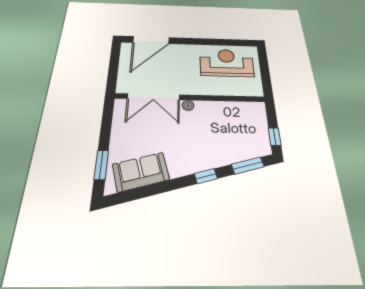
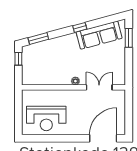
double door: (153, 97) -> (99, 87), width x0.73
sofa: (141, 172) -> (99, 35), width x1.36
window: (206, 176) -> (80, 27), moved

